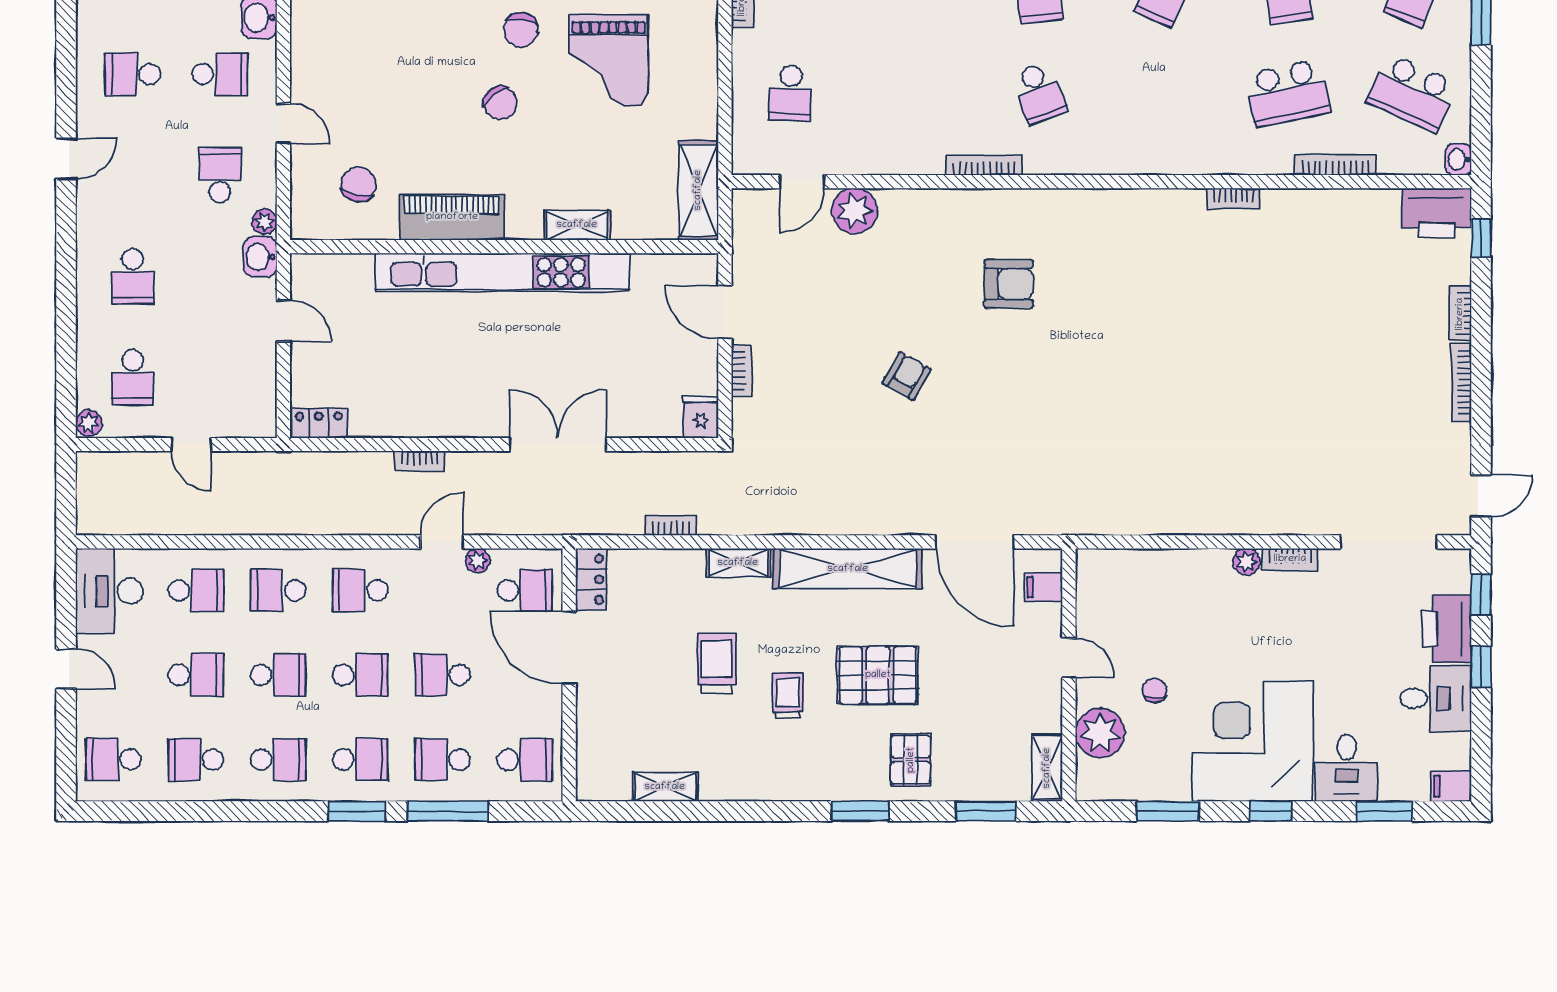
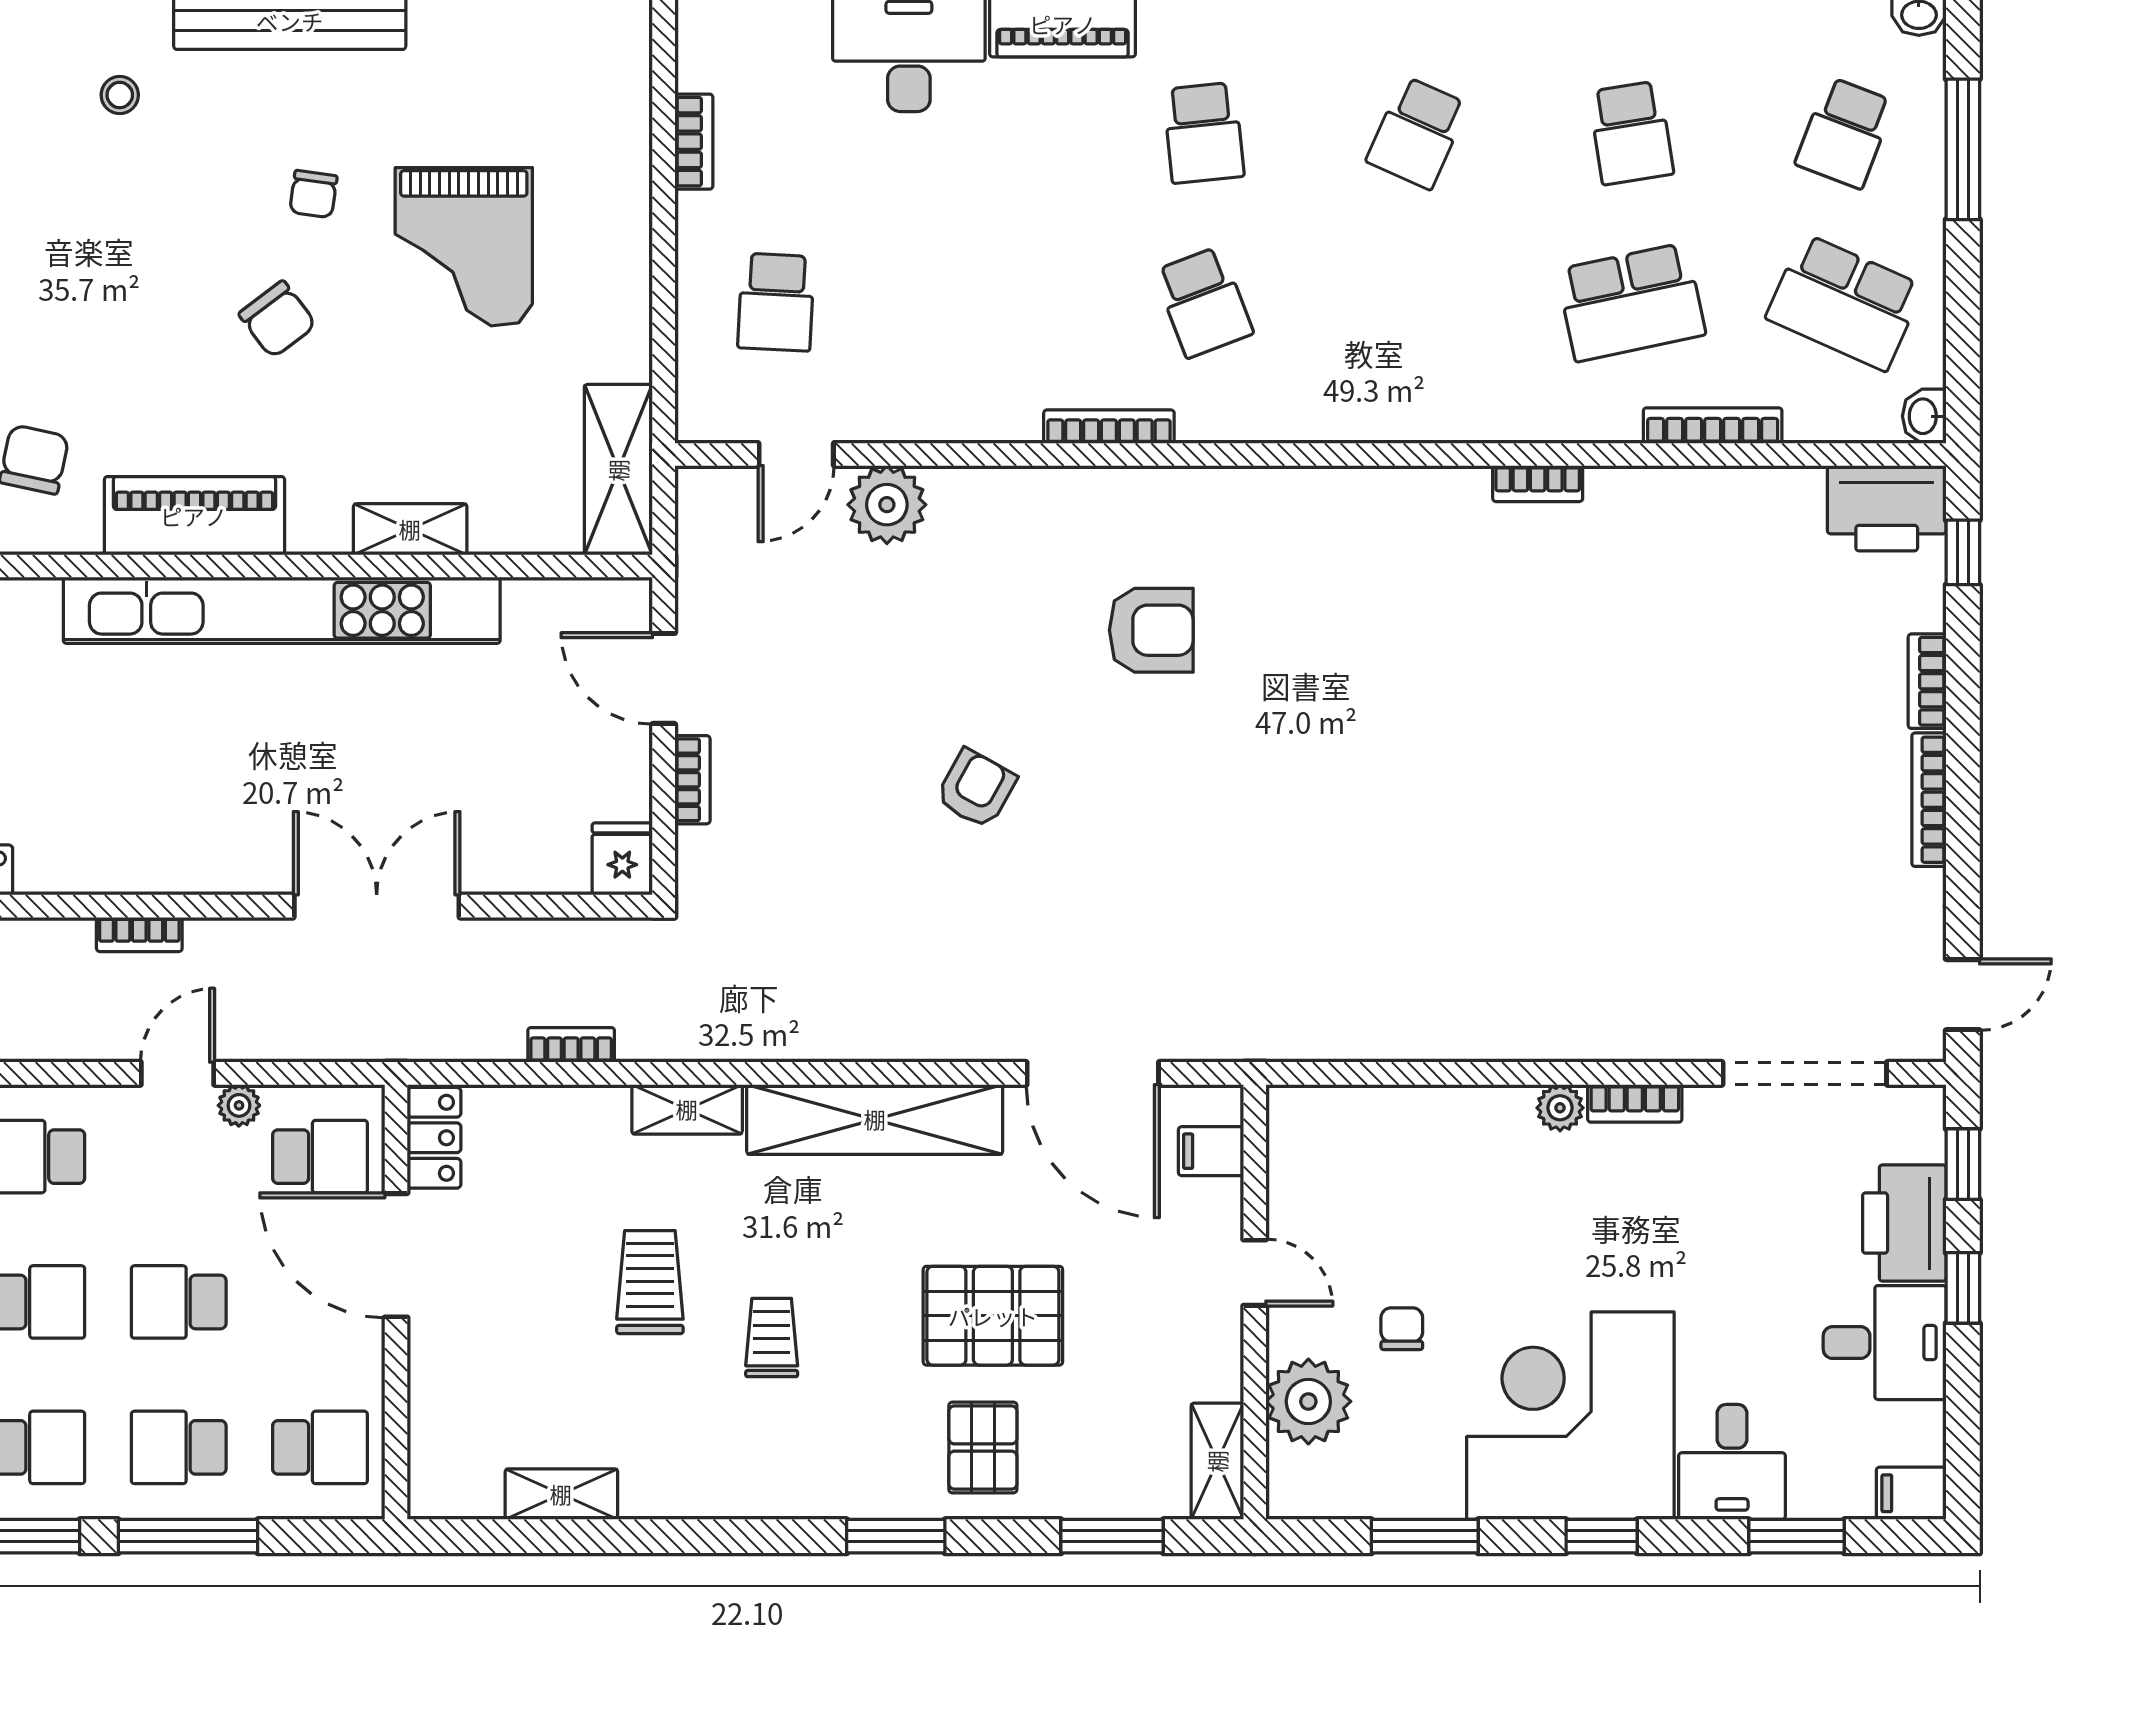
chair: (521, 30) -> (313, 194), width x0.73, depth x0.73
pallet: (878, 675) -> (993, 1316), moved

